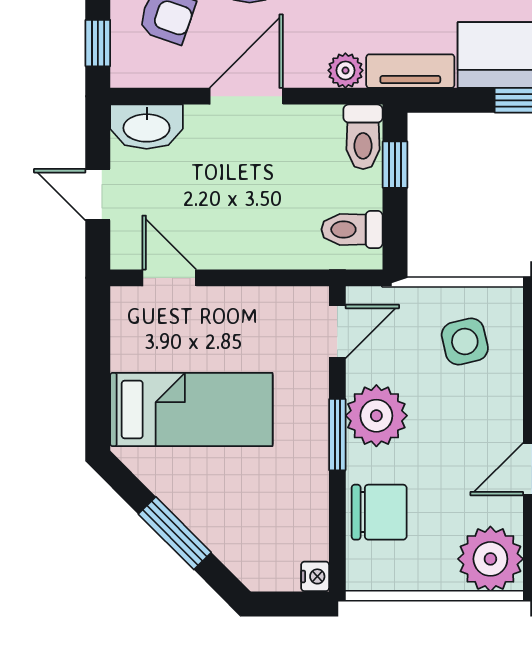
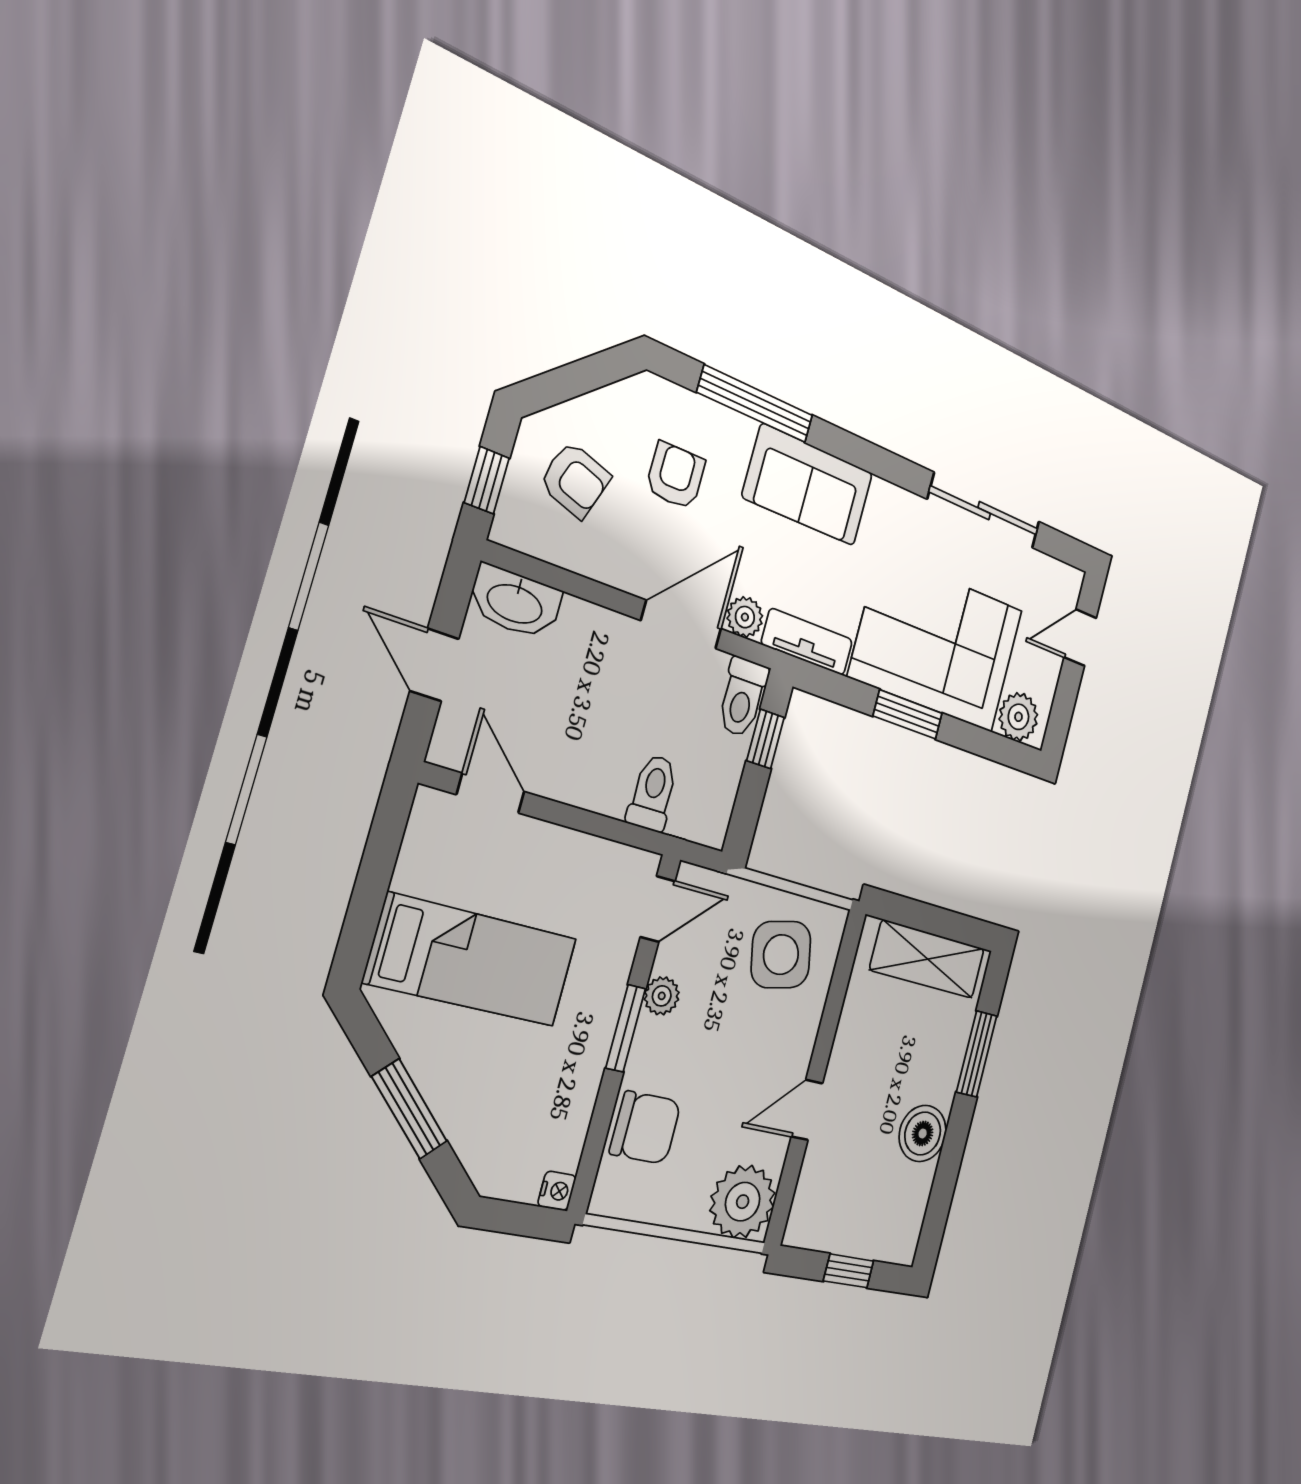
door: (246, 96) -> (681, 625), moved
toilet: (352, 229) -> (653, 793), moved, turned 90
side table: (465, 342) -> (781, 955), width x1.37, depth x1.37
plant: (376, 416) -> (662, 996), width x0.53, depth x0.53

